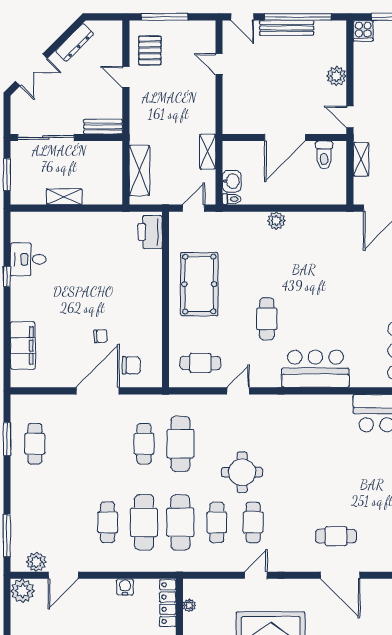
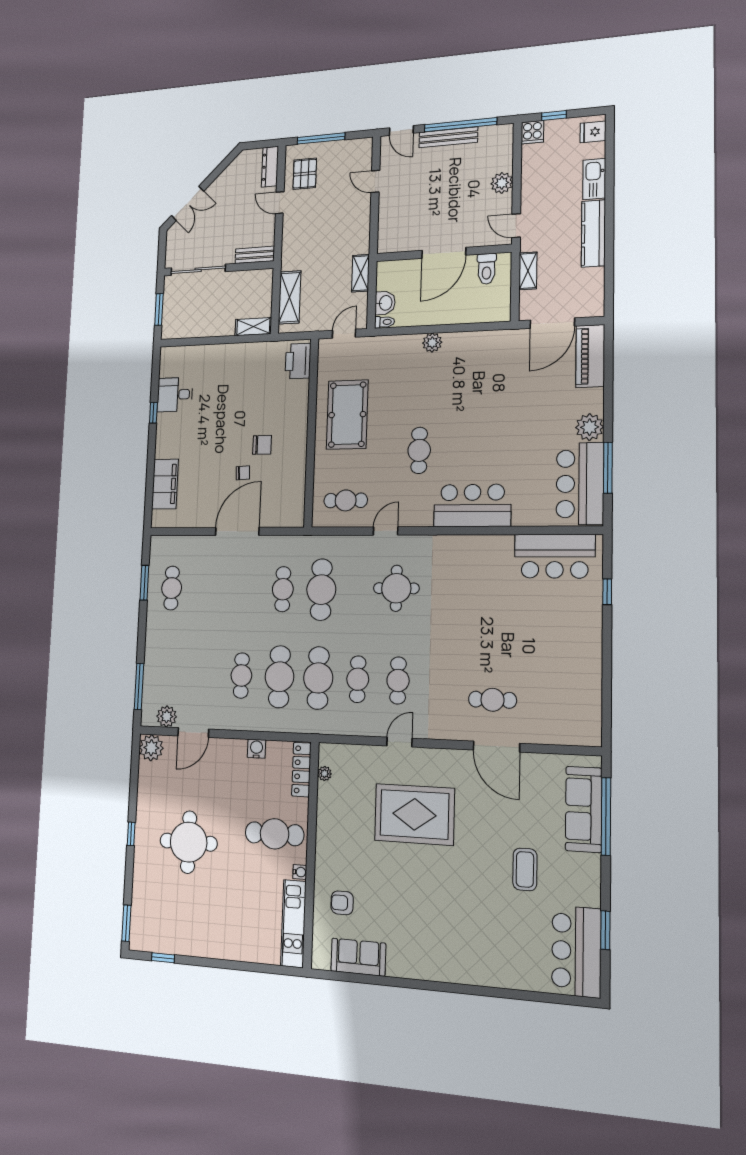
dresser: (75, 42) -> (270, 167), moved, turned 135
shelving: (64, 197) -> (253, 327), moved
chair: (131, 365) -> (262, 445), moved
round table: (242, 472) -> (396, 588), moved

